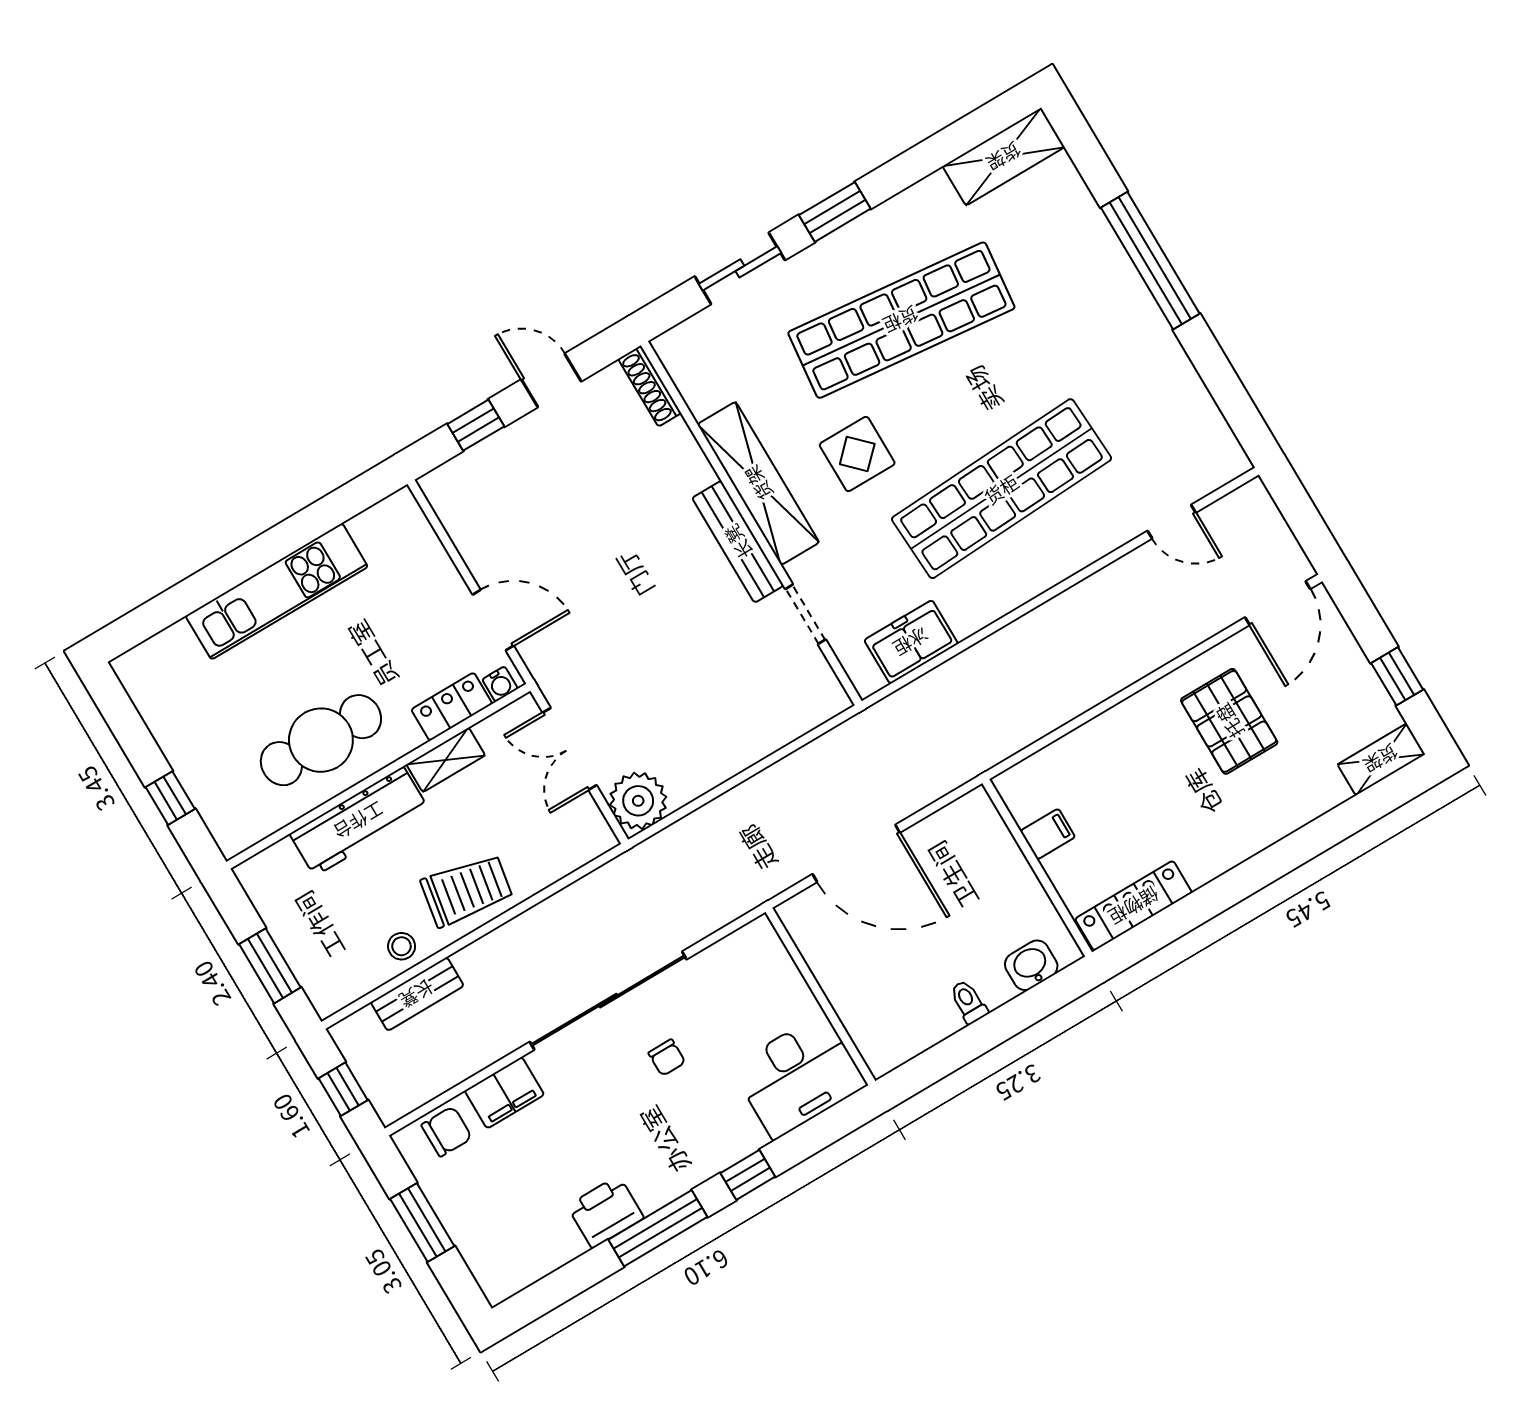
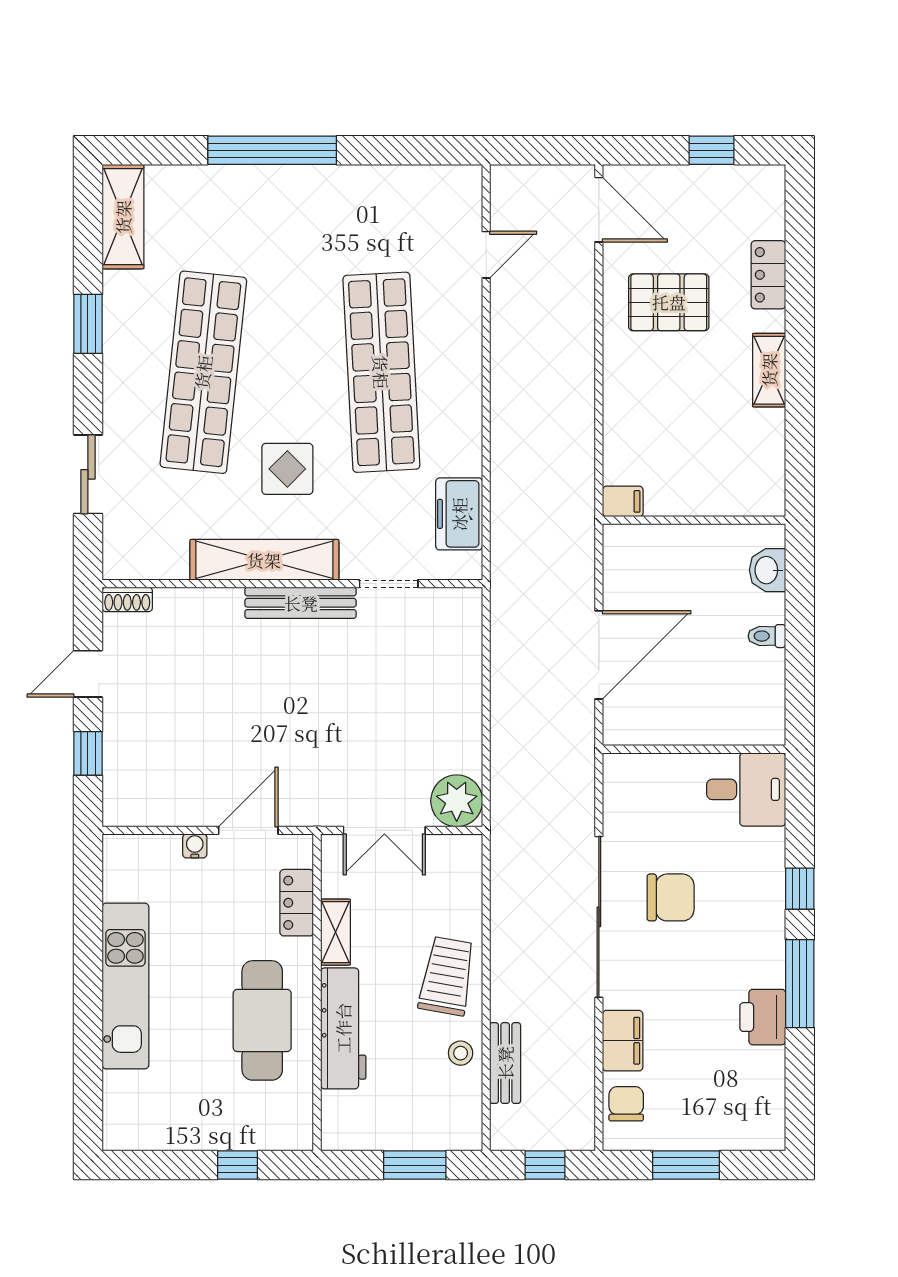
window: (835, 212) -> (88, 324), moved
shoe rack: (650, 386) -> (127, 599), width x0.70
water cooler: (500, 684) -> (195, 846), moved, turned -90
shelving: (1381, 759) -> (769, 370), moved
filing cabinet: (1048, 834) -> (623, 501), moved, turned 90
locker: (1134, 906) -> (768, 275), moved, width x0.66
chair: (667, 1058) -> (671, 897), width x1.87, depth x1.87
desk: (799, 1076) -> (746, 789), width x0.73

